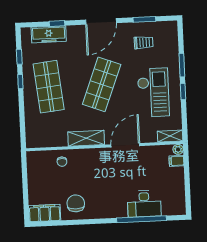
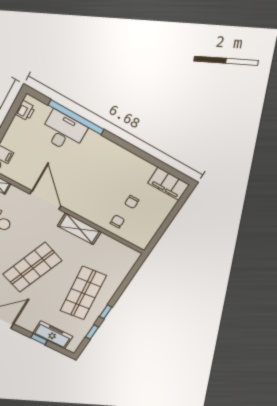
door: (125, 145) -> (45, 200), swing flipped
printer: (180, 202) -> (25, 111), added
chair: (76, 203) -> (132, 202), moved, width x0.54, depth x0.54

